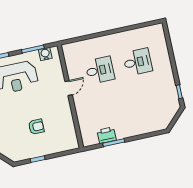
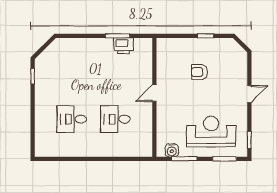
door: (69, 88) -> (154, 93), moved

